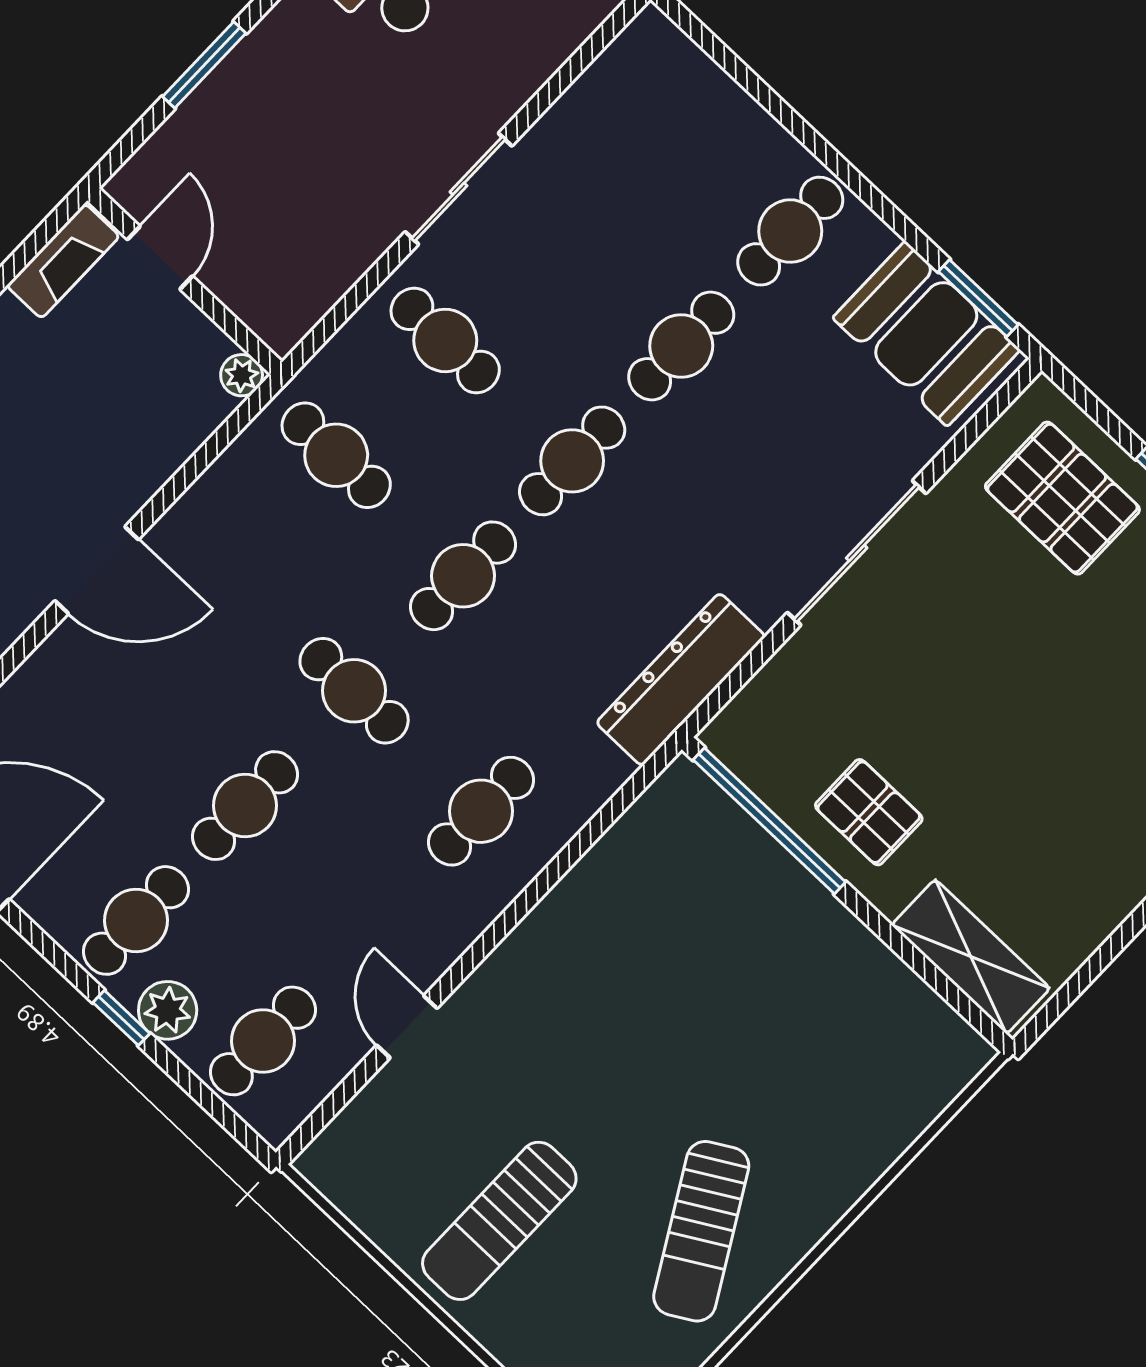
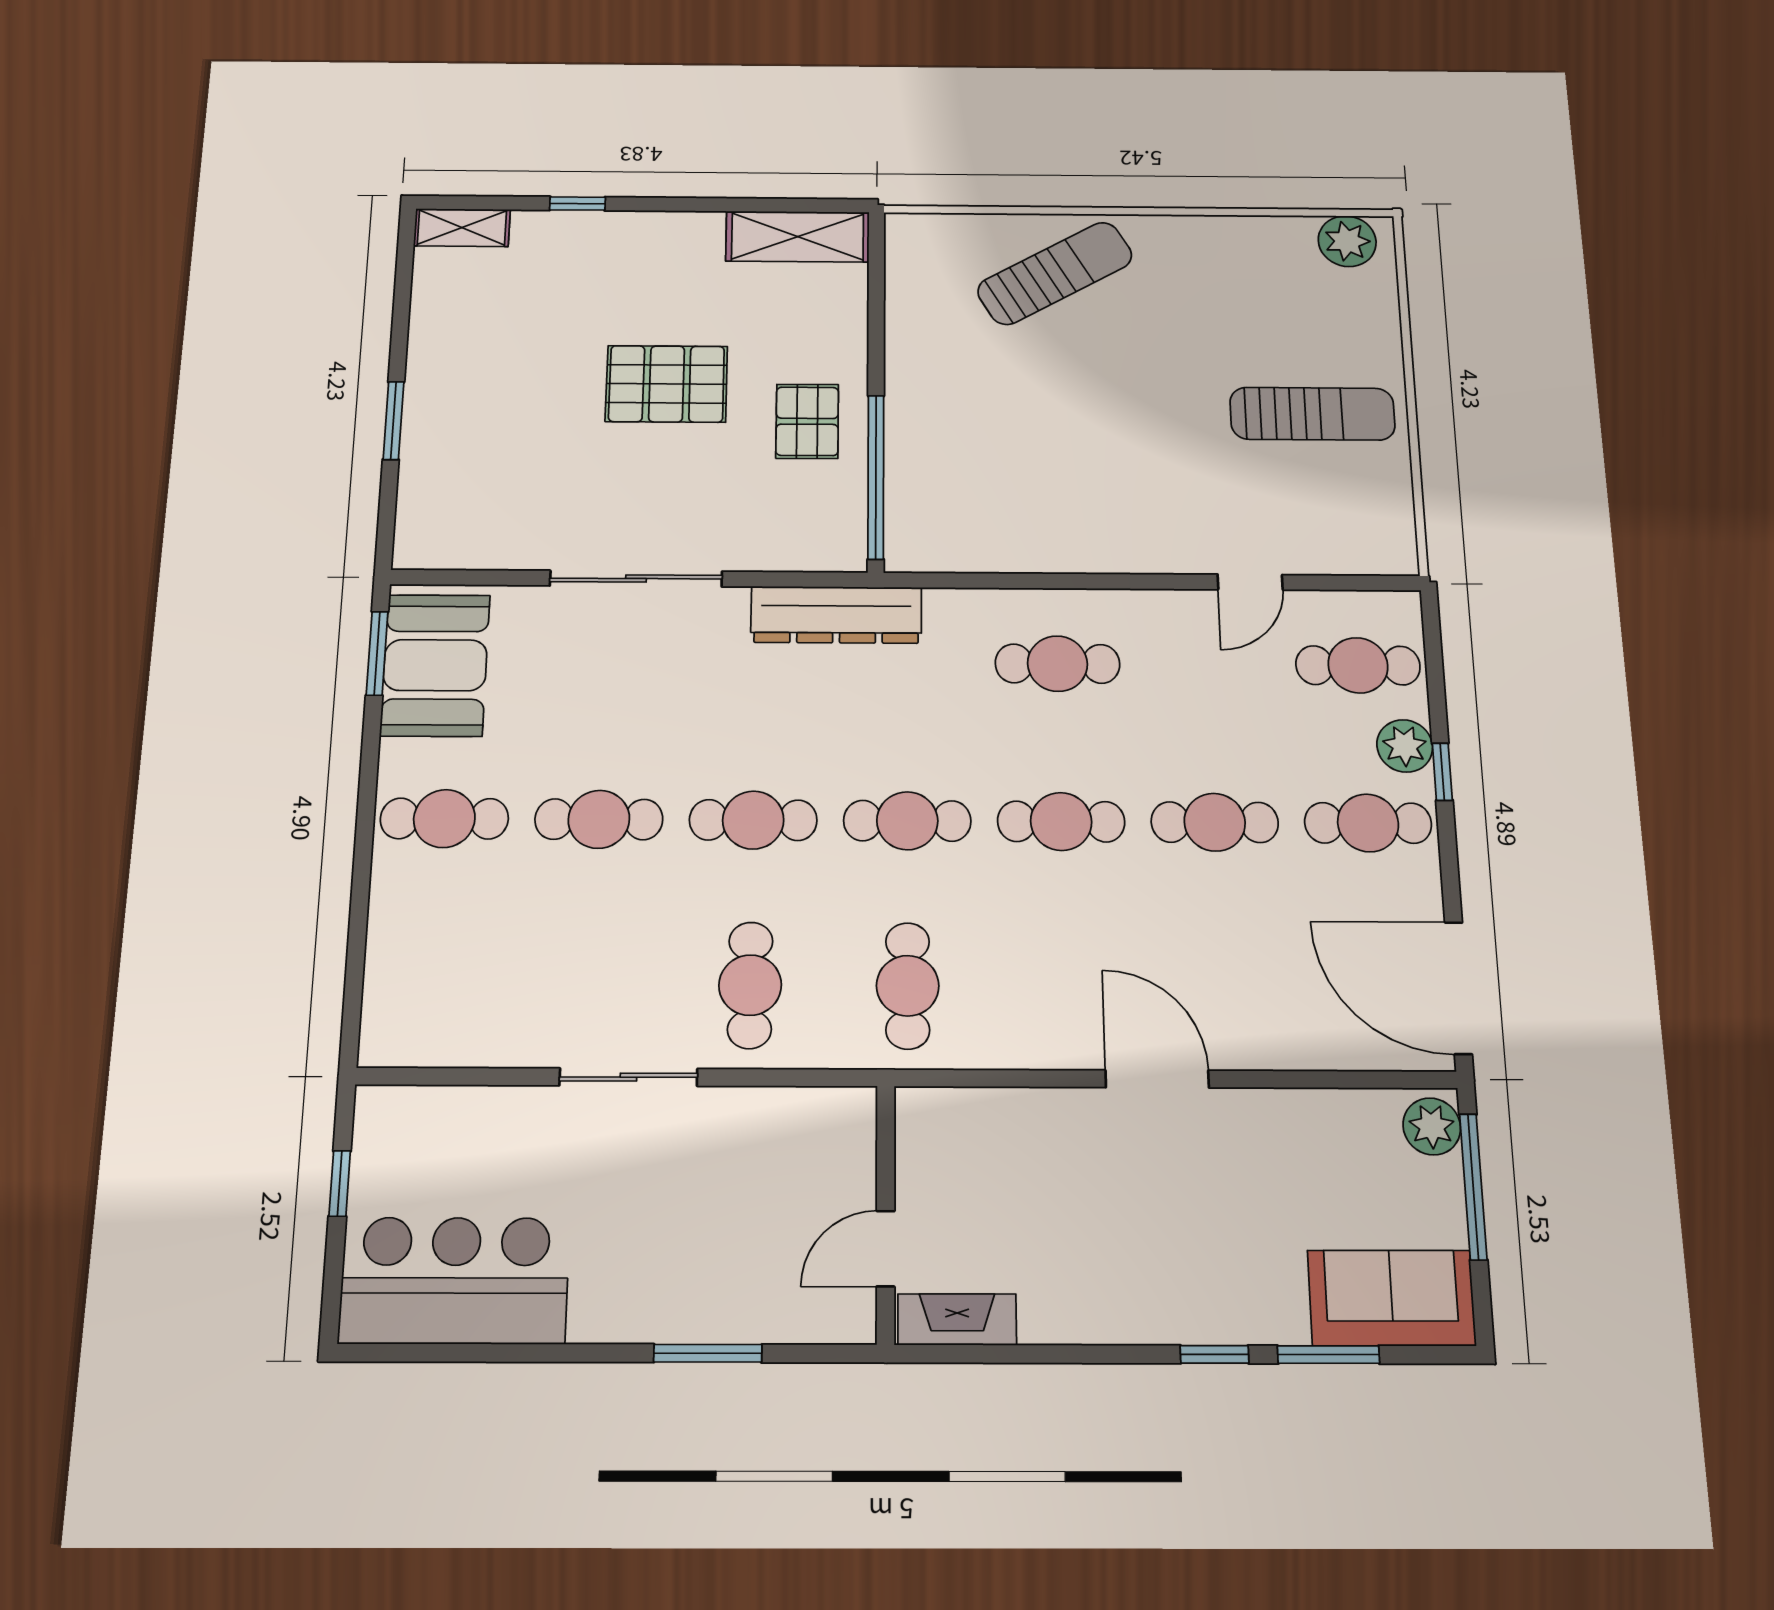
plant: (242, 375) -> (915, 1107), removed
pallet: (1062, 498) -> (667, 384), moved, turned 90
cafe table: (354, 691) -> (1061, 822), turned 90
shelving: (971, 957) -> (798, 237), moved, turned 90
sun lounger: (701, 1231) -> (1055, 273), moved

